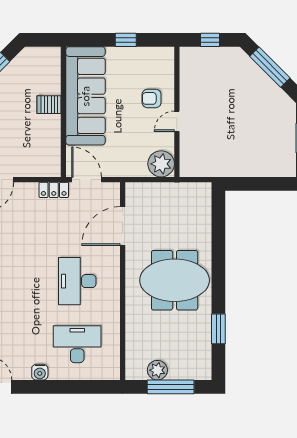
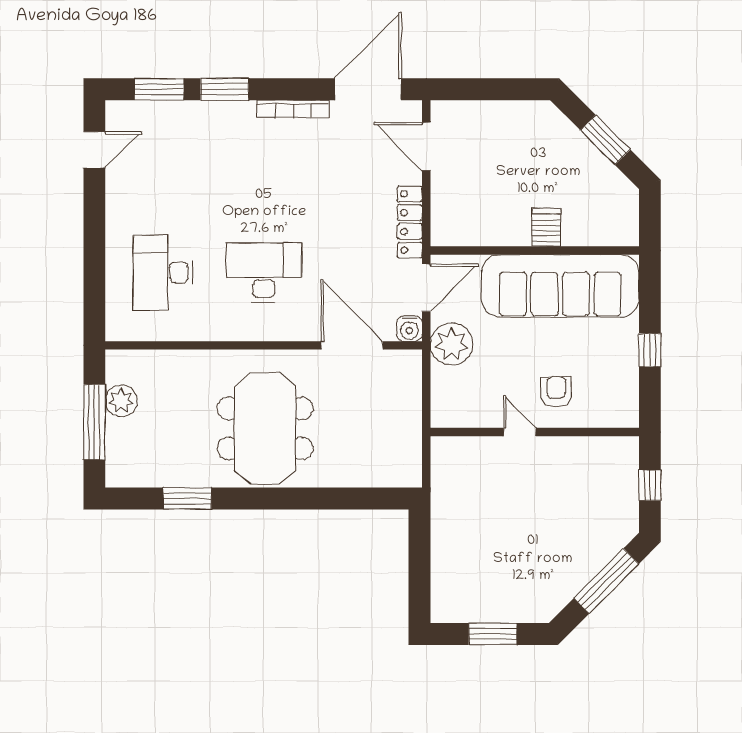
plant: (161, 164) -> (452, 344), moved
locker: (54, 190) -> (410, 222), width x1.53
desk: (77, 344) -> (163, 273), turned 180
water cooler: (40, 372) -> (409, 328), moved, turned -90

